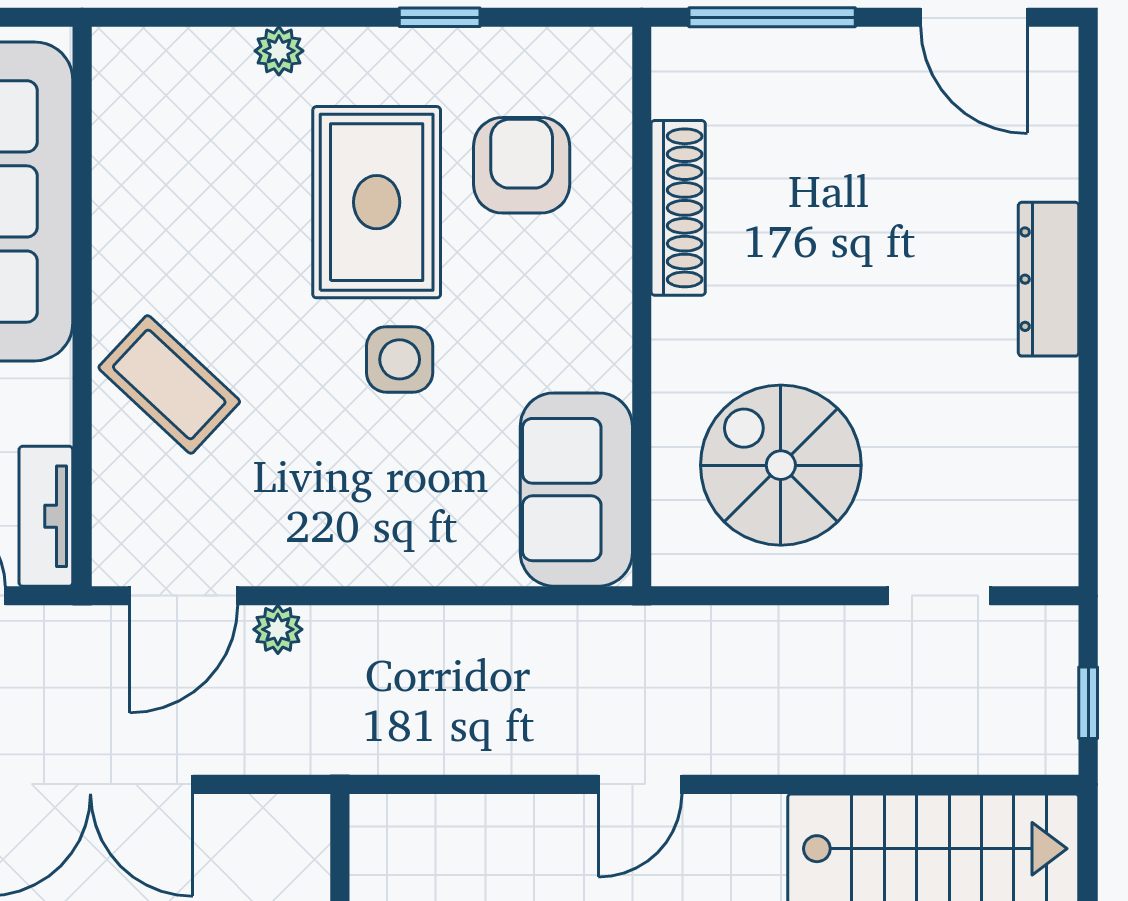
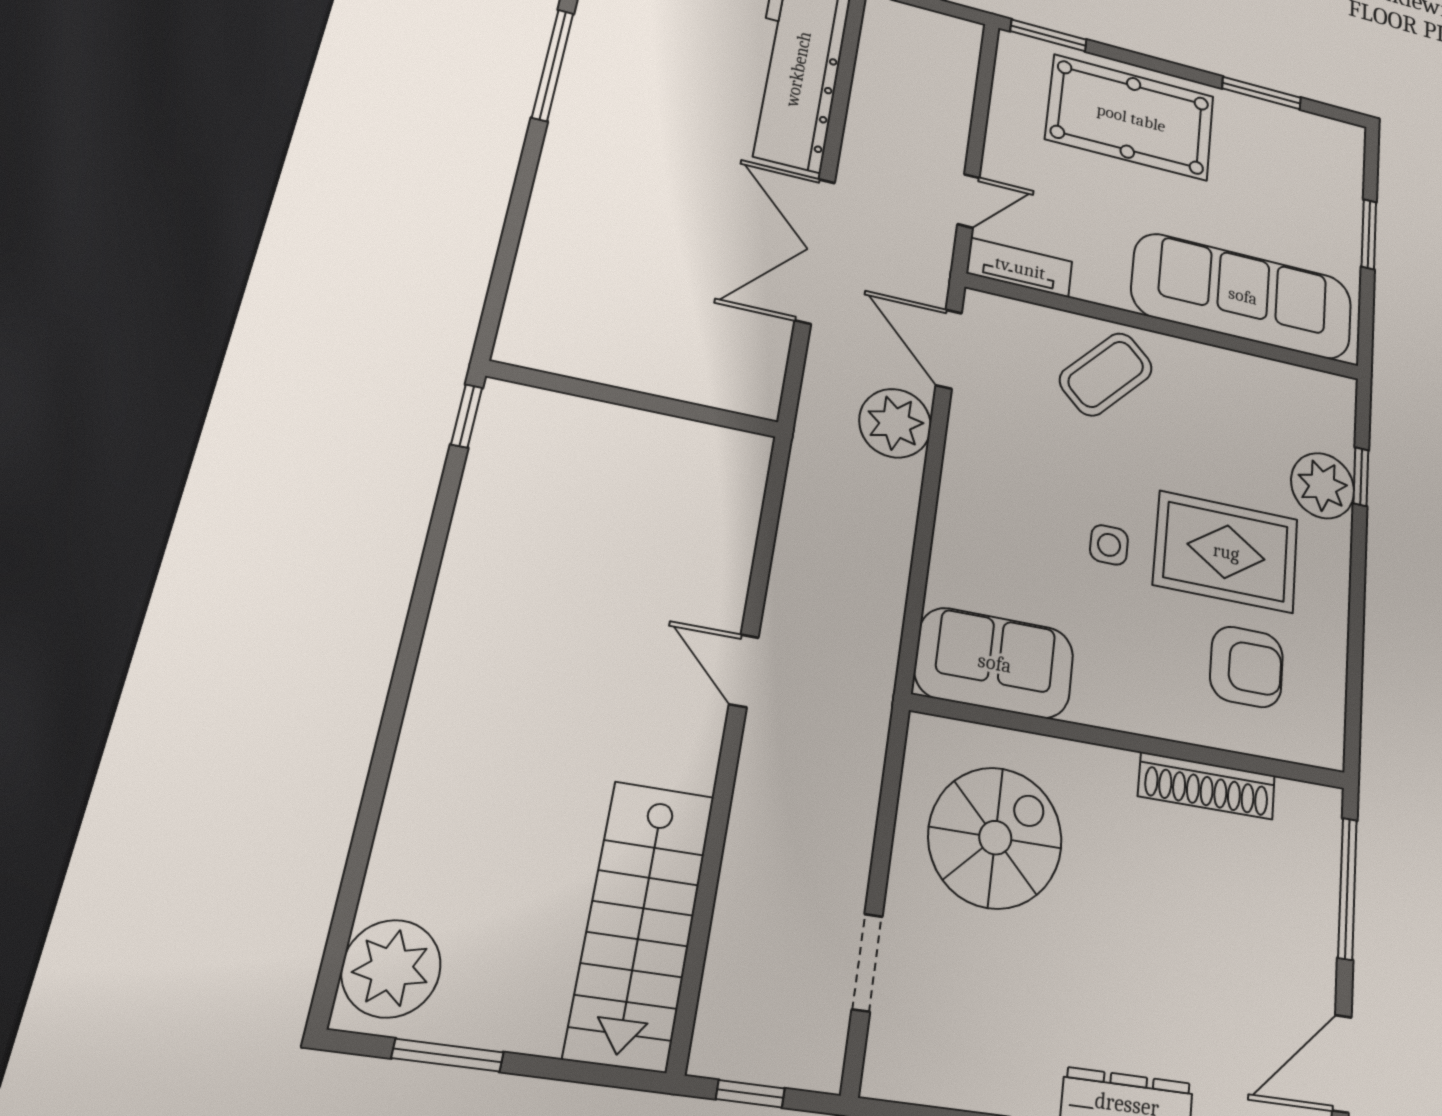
window: (440, 17) -> (1361, 477), moved
plant: (279, 51) -> (1323, 486), width x1.88, depth x1.88
side table: (400, 359) -> (1109, 545), width x0.73, depth x0.73
plant: (278, 629) -> (895, 423), width x1.88, depth x1.88

